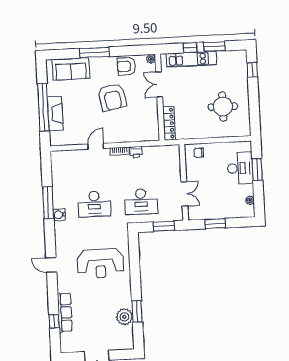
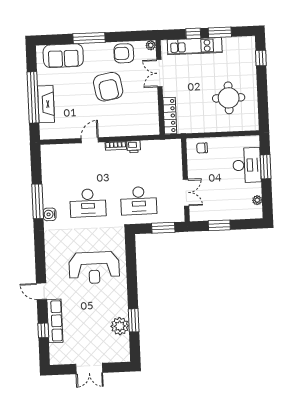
door: (51, 265) -> (42, 291), moved

